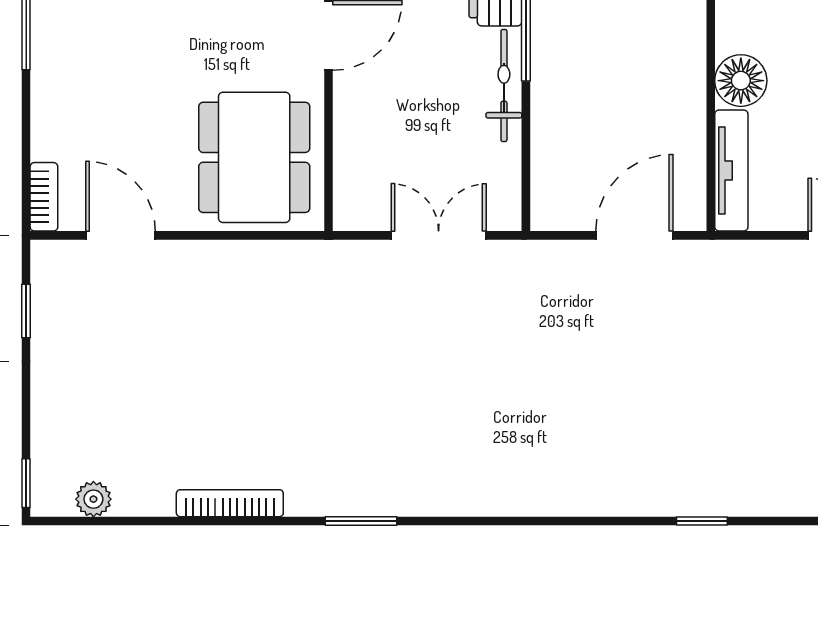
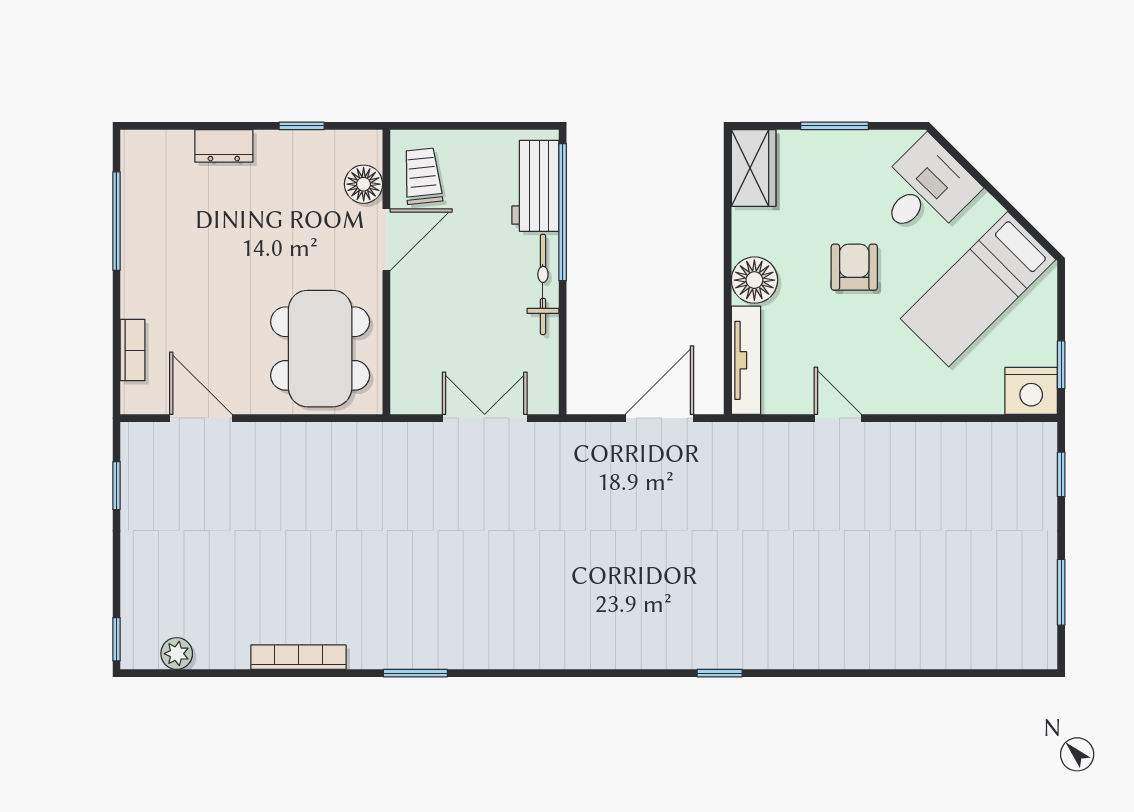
bookcase: (44, 197) -> (133, 350), moved

